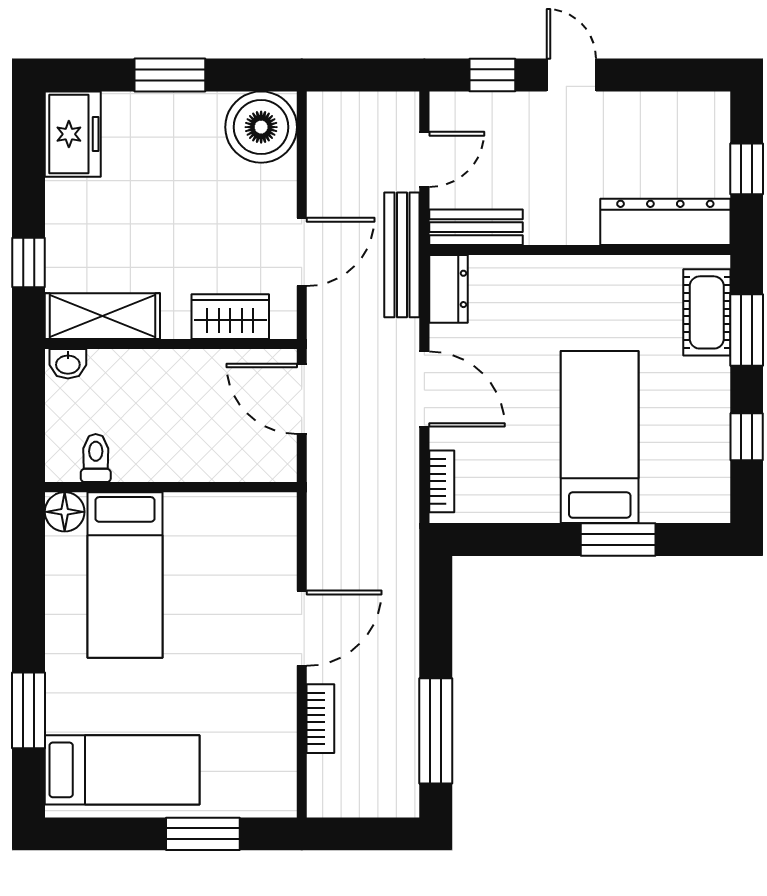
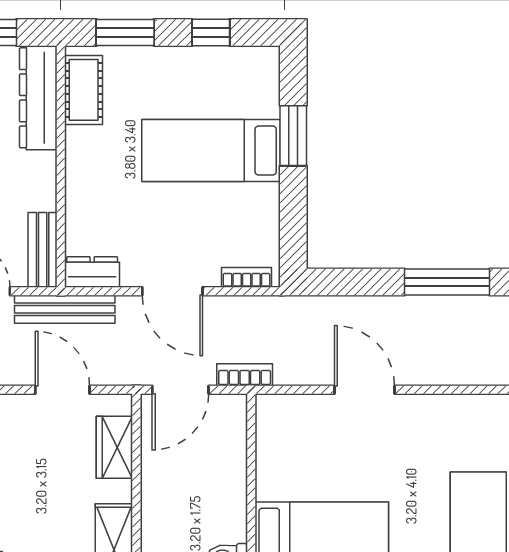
cot: (707, 312) -> (84, 90), moved, turned 90
door: (424, 389) -> (172, 291), swing flipped
bookcase: (320, 719) -> (245, 375), moved

